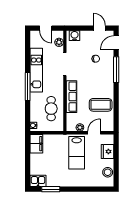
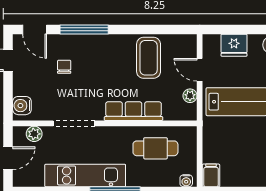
filing cabinet: (36, 144) -> (211, 175), width x0.50

